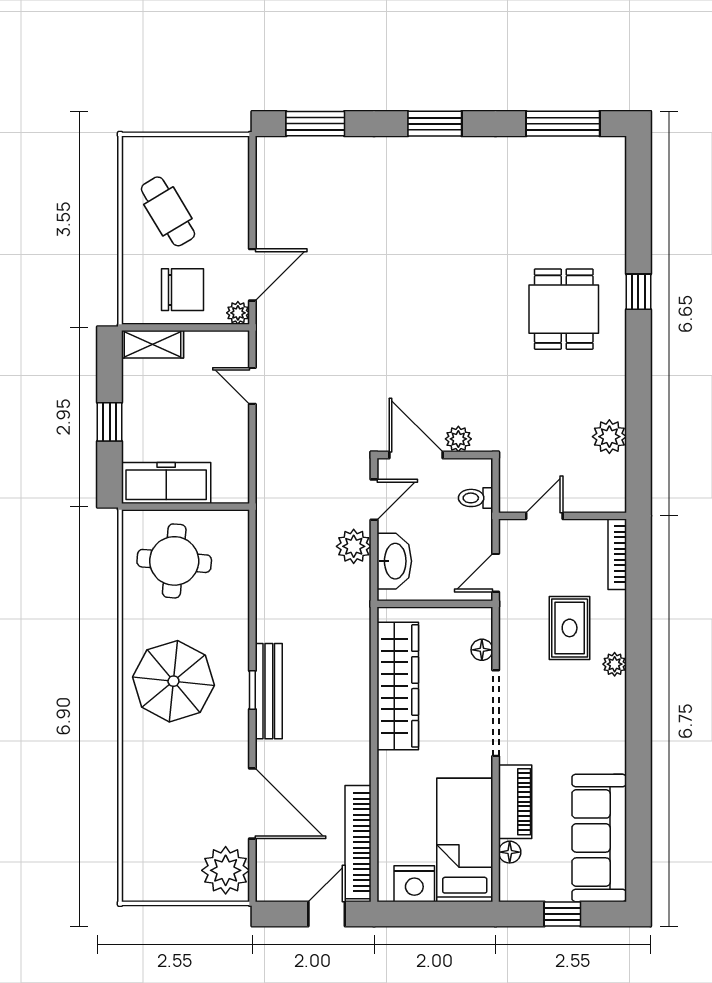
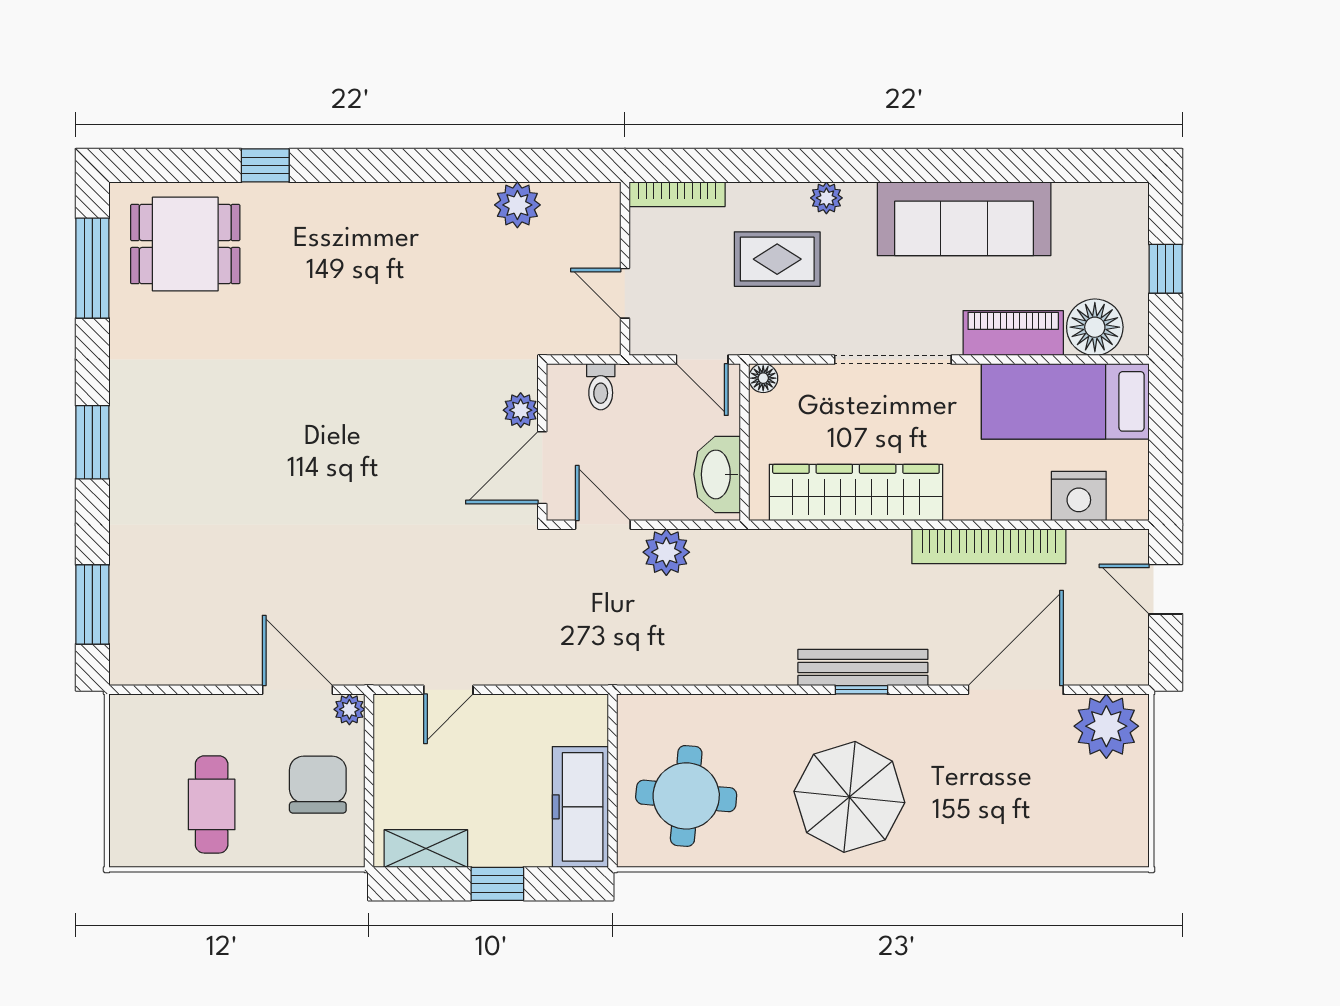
cafe table: (168, 211) -> (212, 804), turned -59
window: (638, 292) -> (265, 165), moved
dining table: (564, 309) -> (185, 244), moved
shelving: (152, 344) -> (426, 848), moved, turned 90
washbasin: (394, 561) -> (717, 474), moved, turned -90
floor lamp: (482, 650) -> (763, 378), moved
sofa: (599, 838) -> (964, 219), moved
bookcase: (358, 842) -> (989, 546), moved
floor lamp: (510, 852) -> (1095, 327), width x1.89, depth x1.89
nightstand: (414, 884) -> (1079, 496), moved, turned 90

